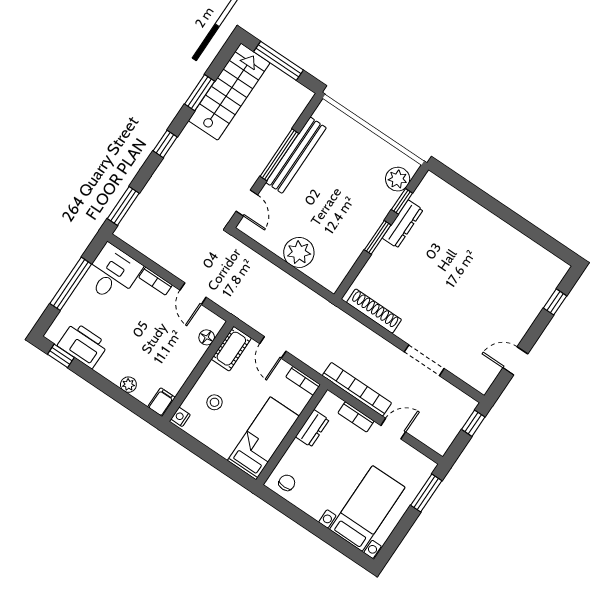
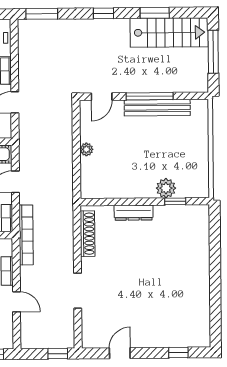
plant: (398, 179) -> (166, 188), moved
dresser: (403, 224) -> (134, 213), moved
window: (378, 237) -> (139, 202), removed
plant: (299, 252) -> (86, 149), width x0.53, depth x0.53
door: (515, 361) -> (120, 353), hinge flipped
bookcase: (357, 389) -> (26, 235), moved

